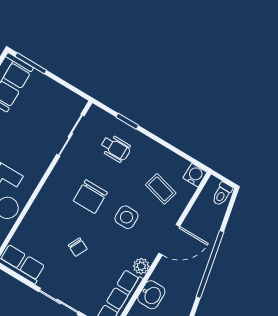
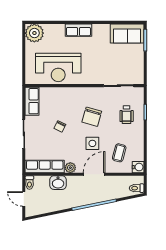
chair: (90, 197) -> (92, 117), turned -74
door: (169, 240) -> (94, 174), swing flipped

